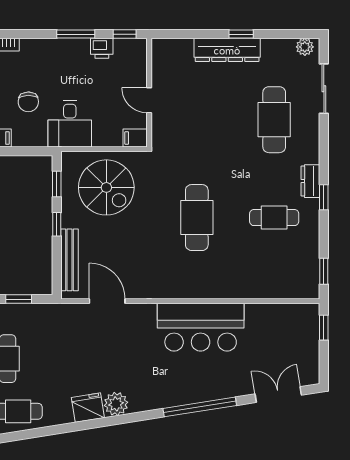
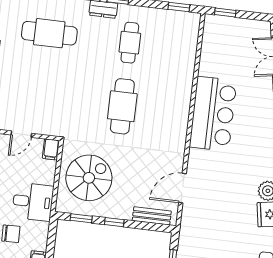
cafe table: (197, 218) -> (122, 106), turned 90
bench: (70, 260) -> (152, 216), width x0.73

